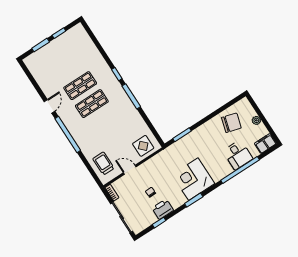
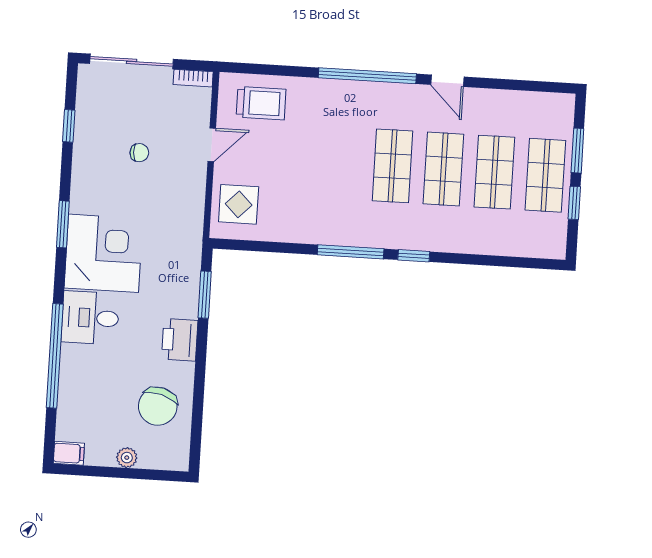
shop shelf: (57, 50) -> (545, 175), added
shop shelf: (69, 68) -> (494, 172), added
filing cabinet: (265, 144) -> (69, 453), width x0.50
desk: (238, 155) -> (90, 318), moved
printer: (163, 209) -> (180, 340), moved, turned 180

